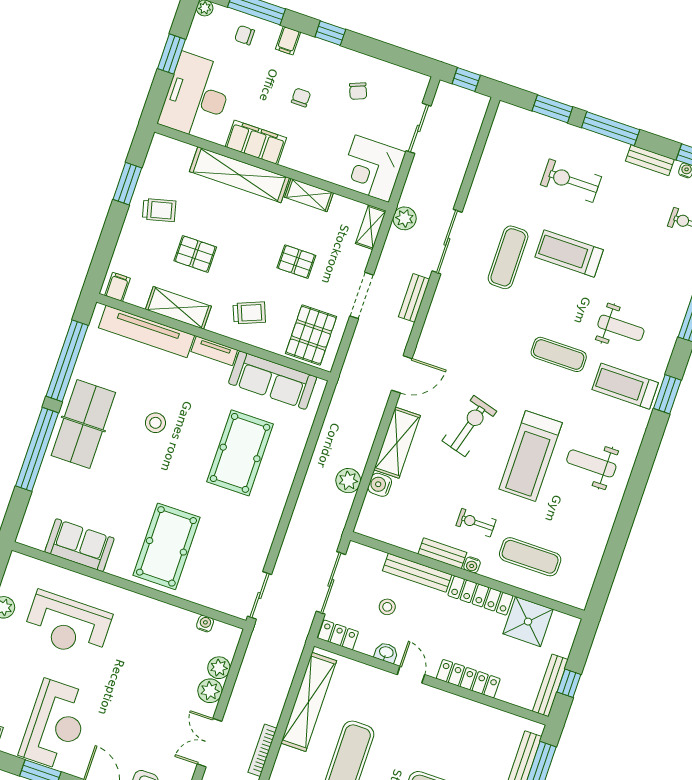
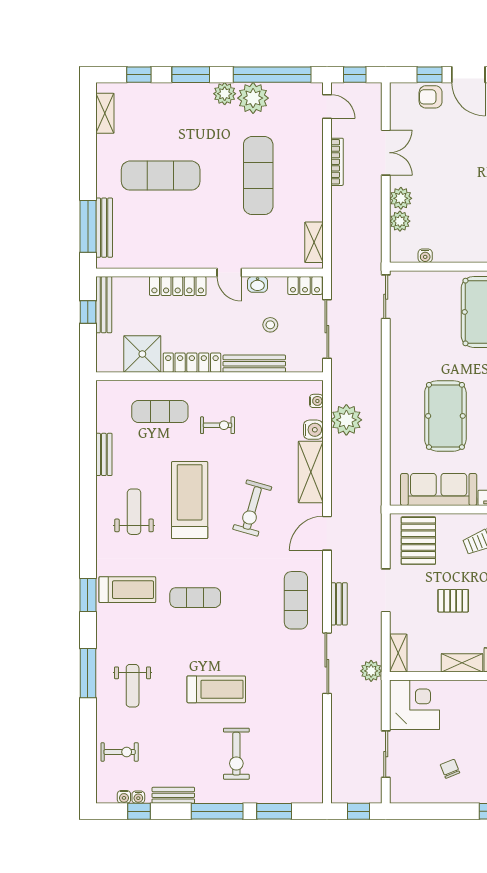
exercise bike: (571, 181) -> (236, 754), turned 90
exercise mat: (508, 257) -> (296, 600), moved
weight bench: (621, 328) -> (133, 686), moved, turned -90
weight bench: (591, 463) -> (134, 512), turned -90
plant: (348, 481) -> (346, 420), width x1.36, depth x1.36
bench: (442, 553) -> (104, 454), moved, turned 90
water cooler: (472, 565) -> (316, 401), moved, turned 90
shelving: (309, 702) -> (314, 242), width x0.45, depth x0.75

